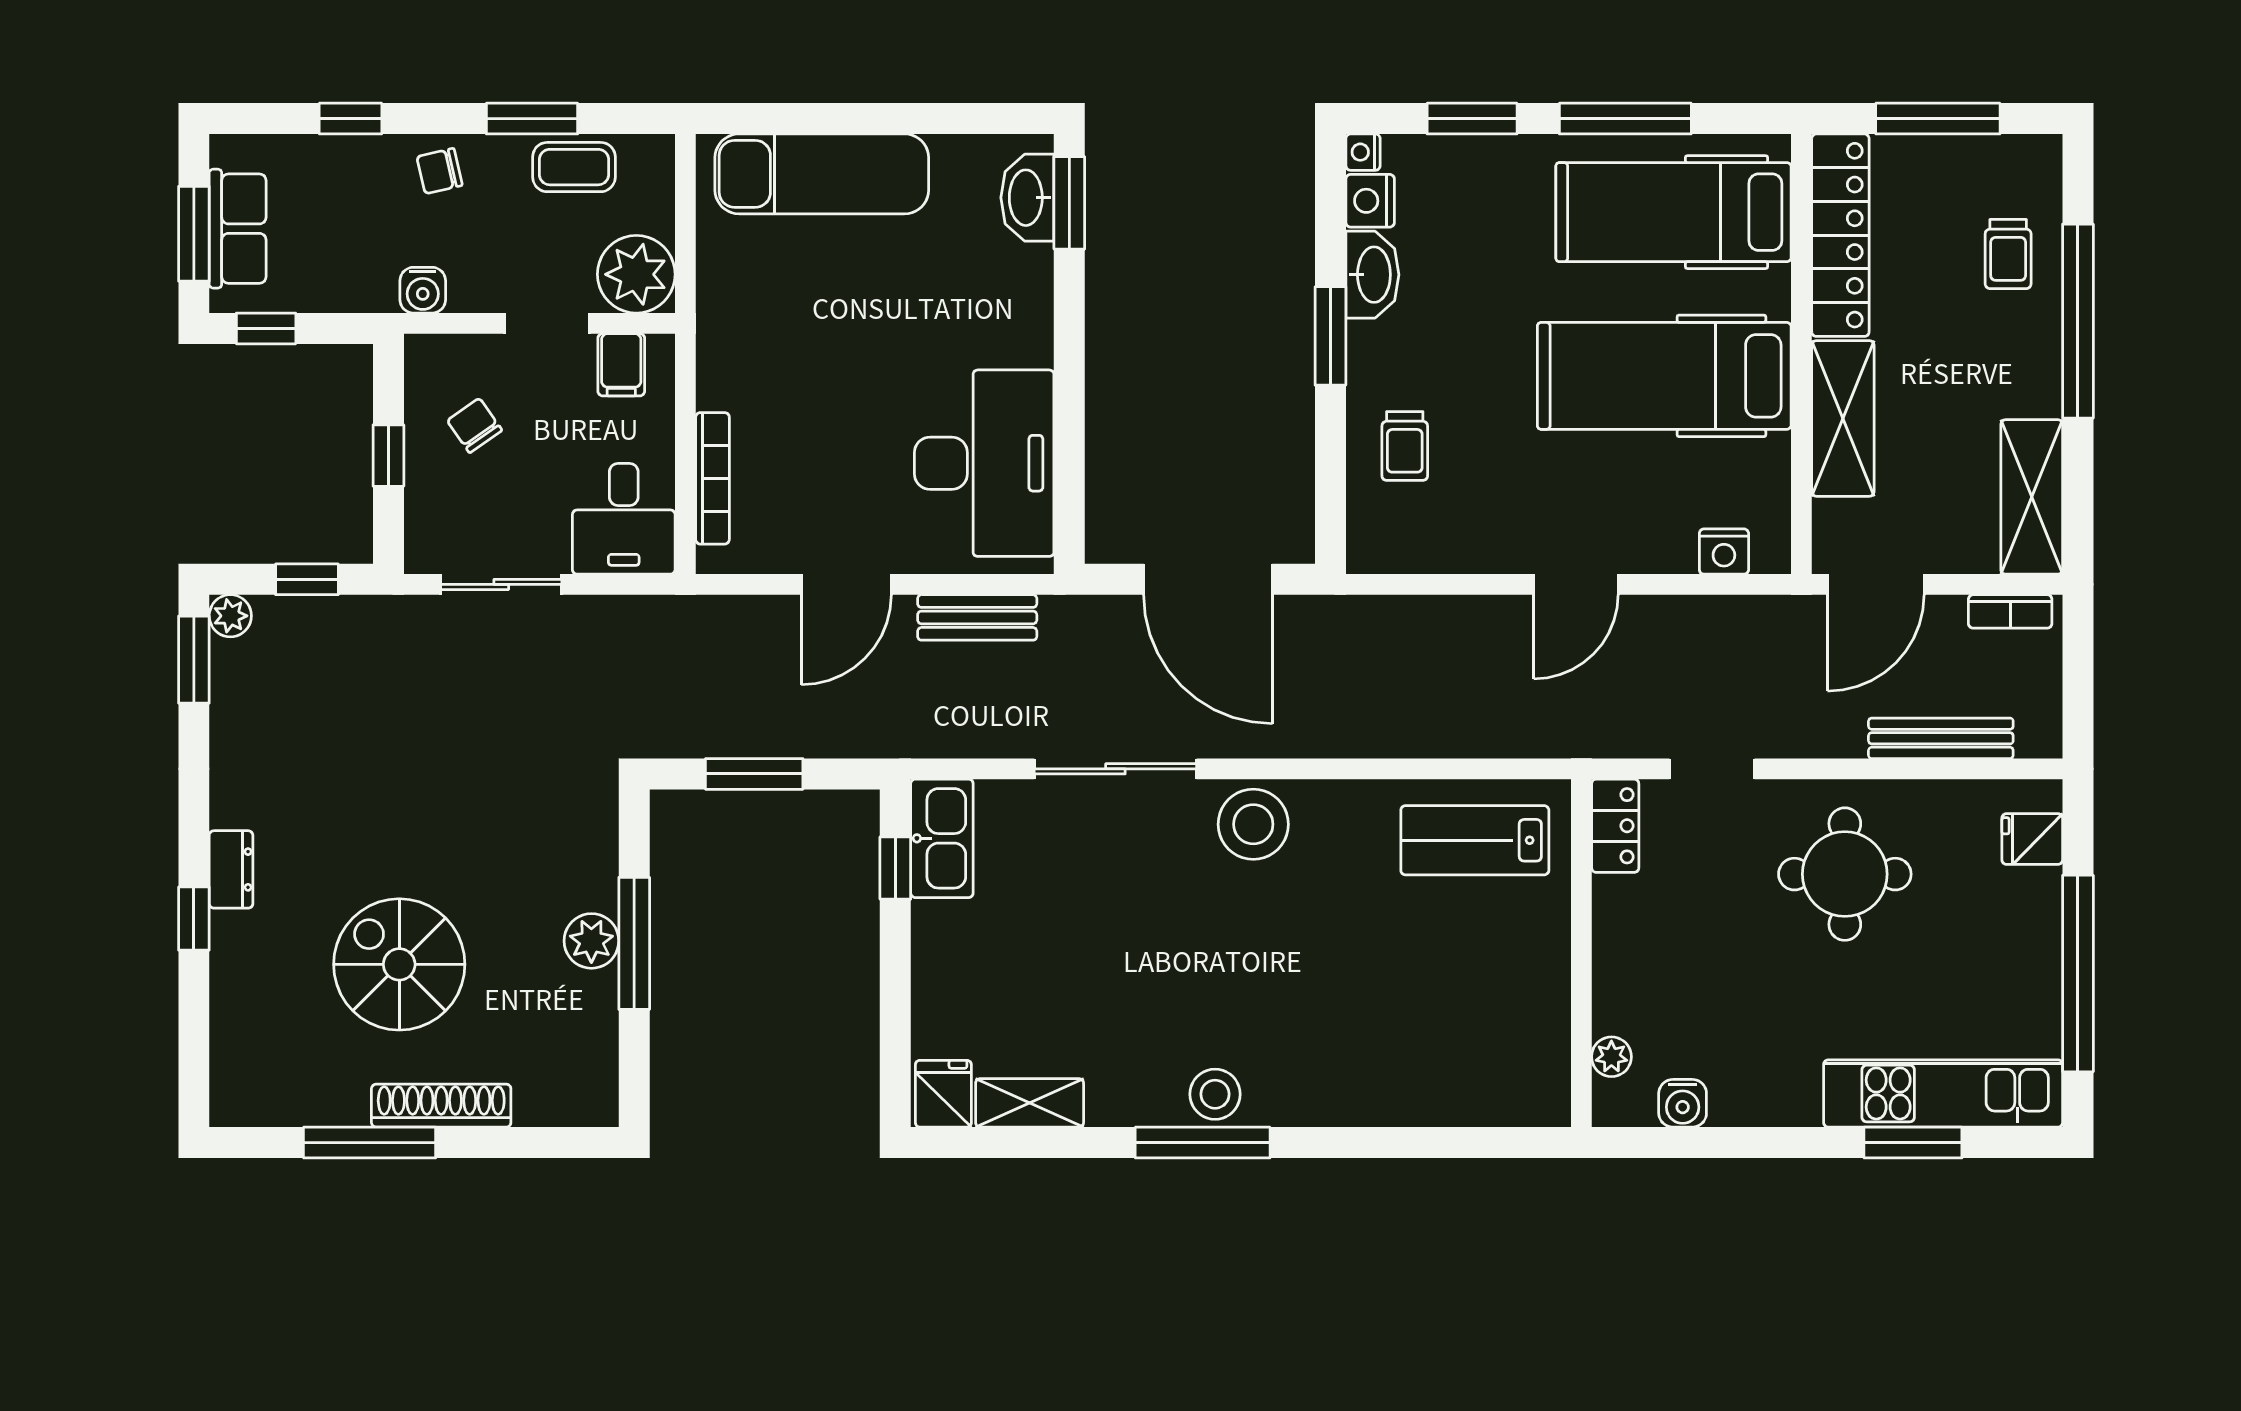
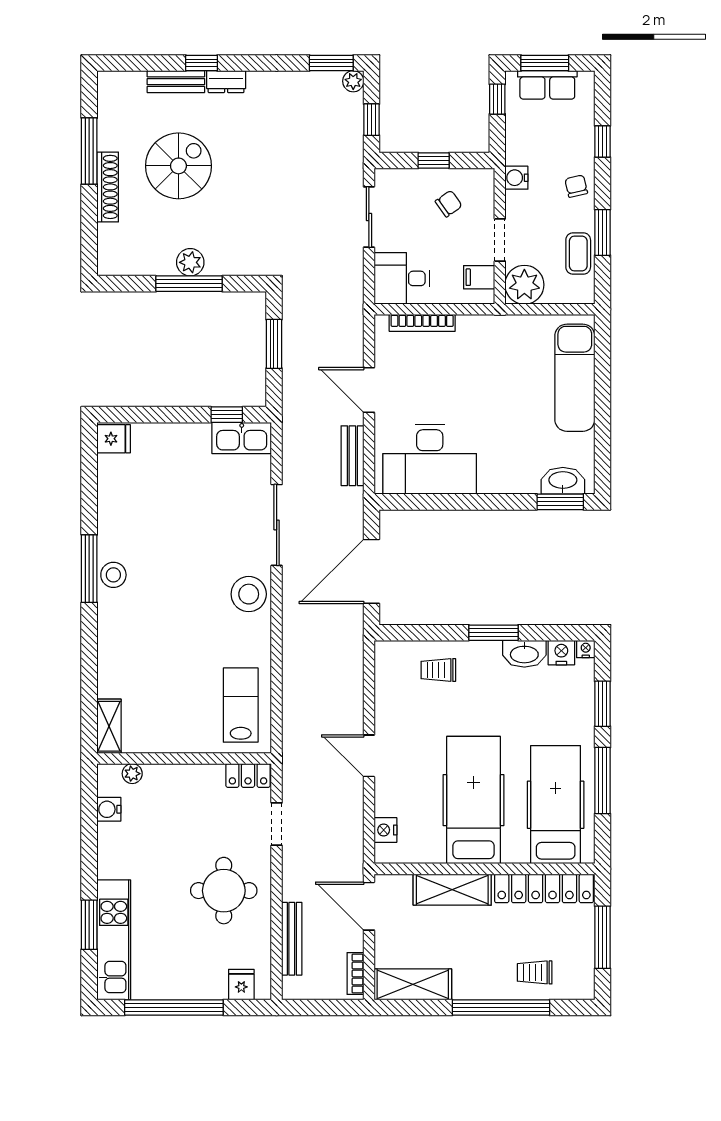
bench: (231, 970) -> (176, 82), added
shelving: (1030, 1103) -> (109, 726), moved

